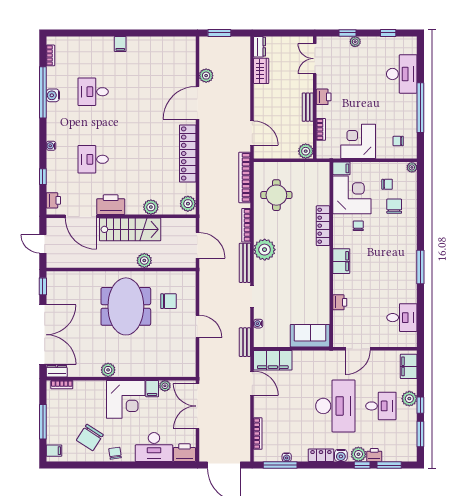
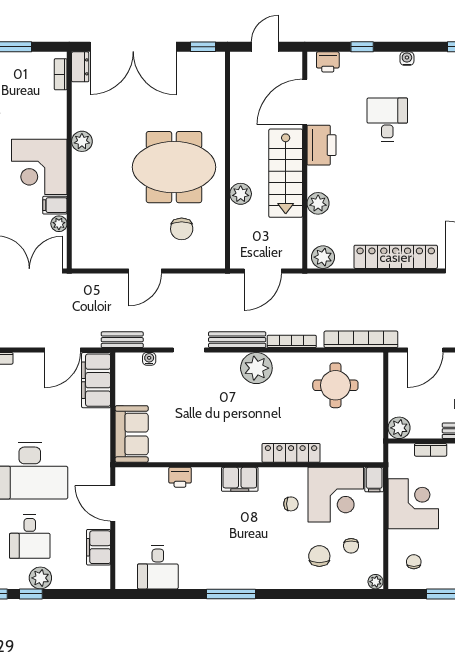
chair: (394, 206) -> (319, 556), turned -90
filing cabinet: (409, 366) -> (99, 547), moved, turned -90

